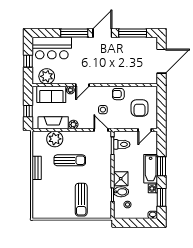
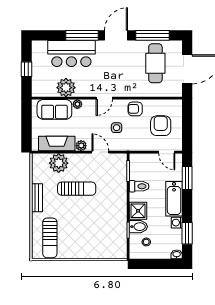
bar counter: (52, 48) -> (71, 54), moved
cafe table: (135, 56) -> (155, 63), added
plant: (47, 76) -> (66, 88), moved
door: (82, 85) -> (104, 98), moved
armchair: (140, 108) -> (161, 126), turned 180
window: (28, 111) -> (26, 129), removed
door: (101, 130) -> (100, 152), moved
door: (145, 130) -> (167, 152), hinge flipped
toilet: (122, 144) -> (139, 186), moved
window: (162, 166) -> (187, 178), moved
sun lounger: (81, 200) -> (50, 238), moved

